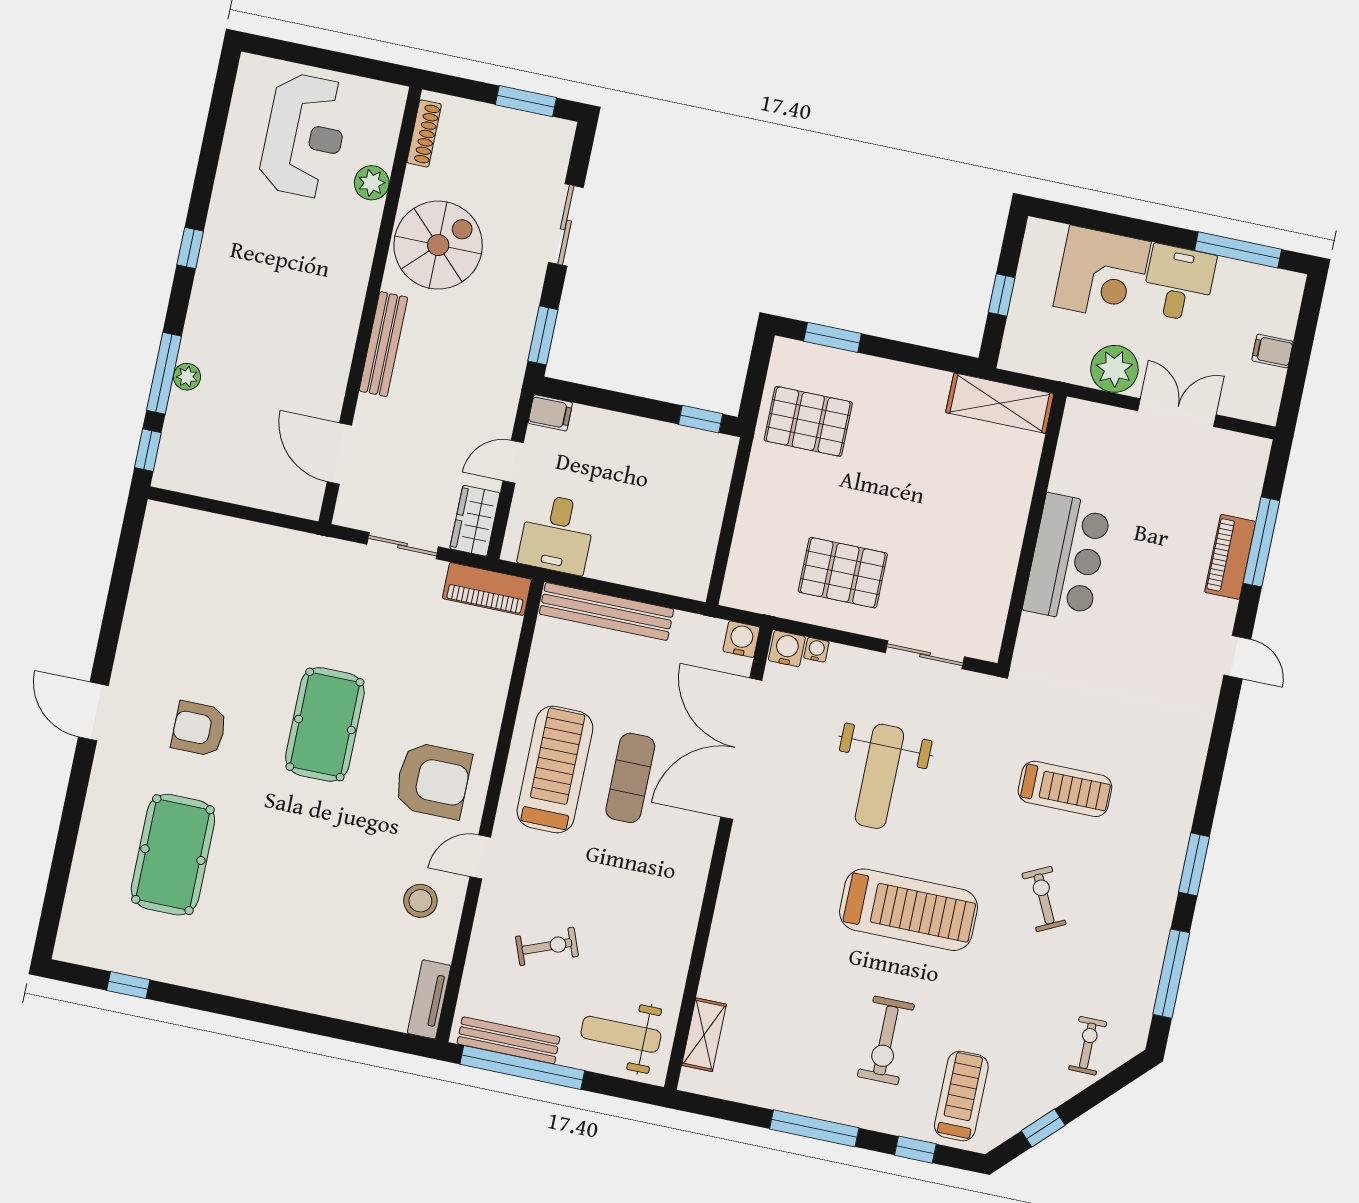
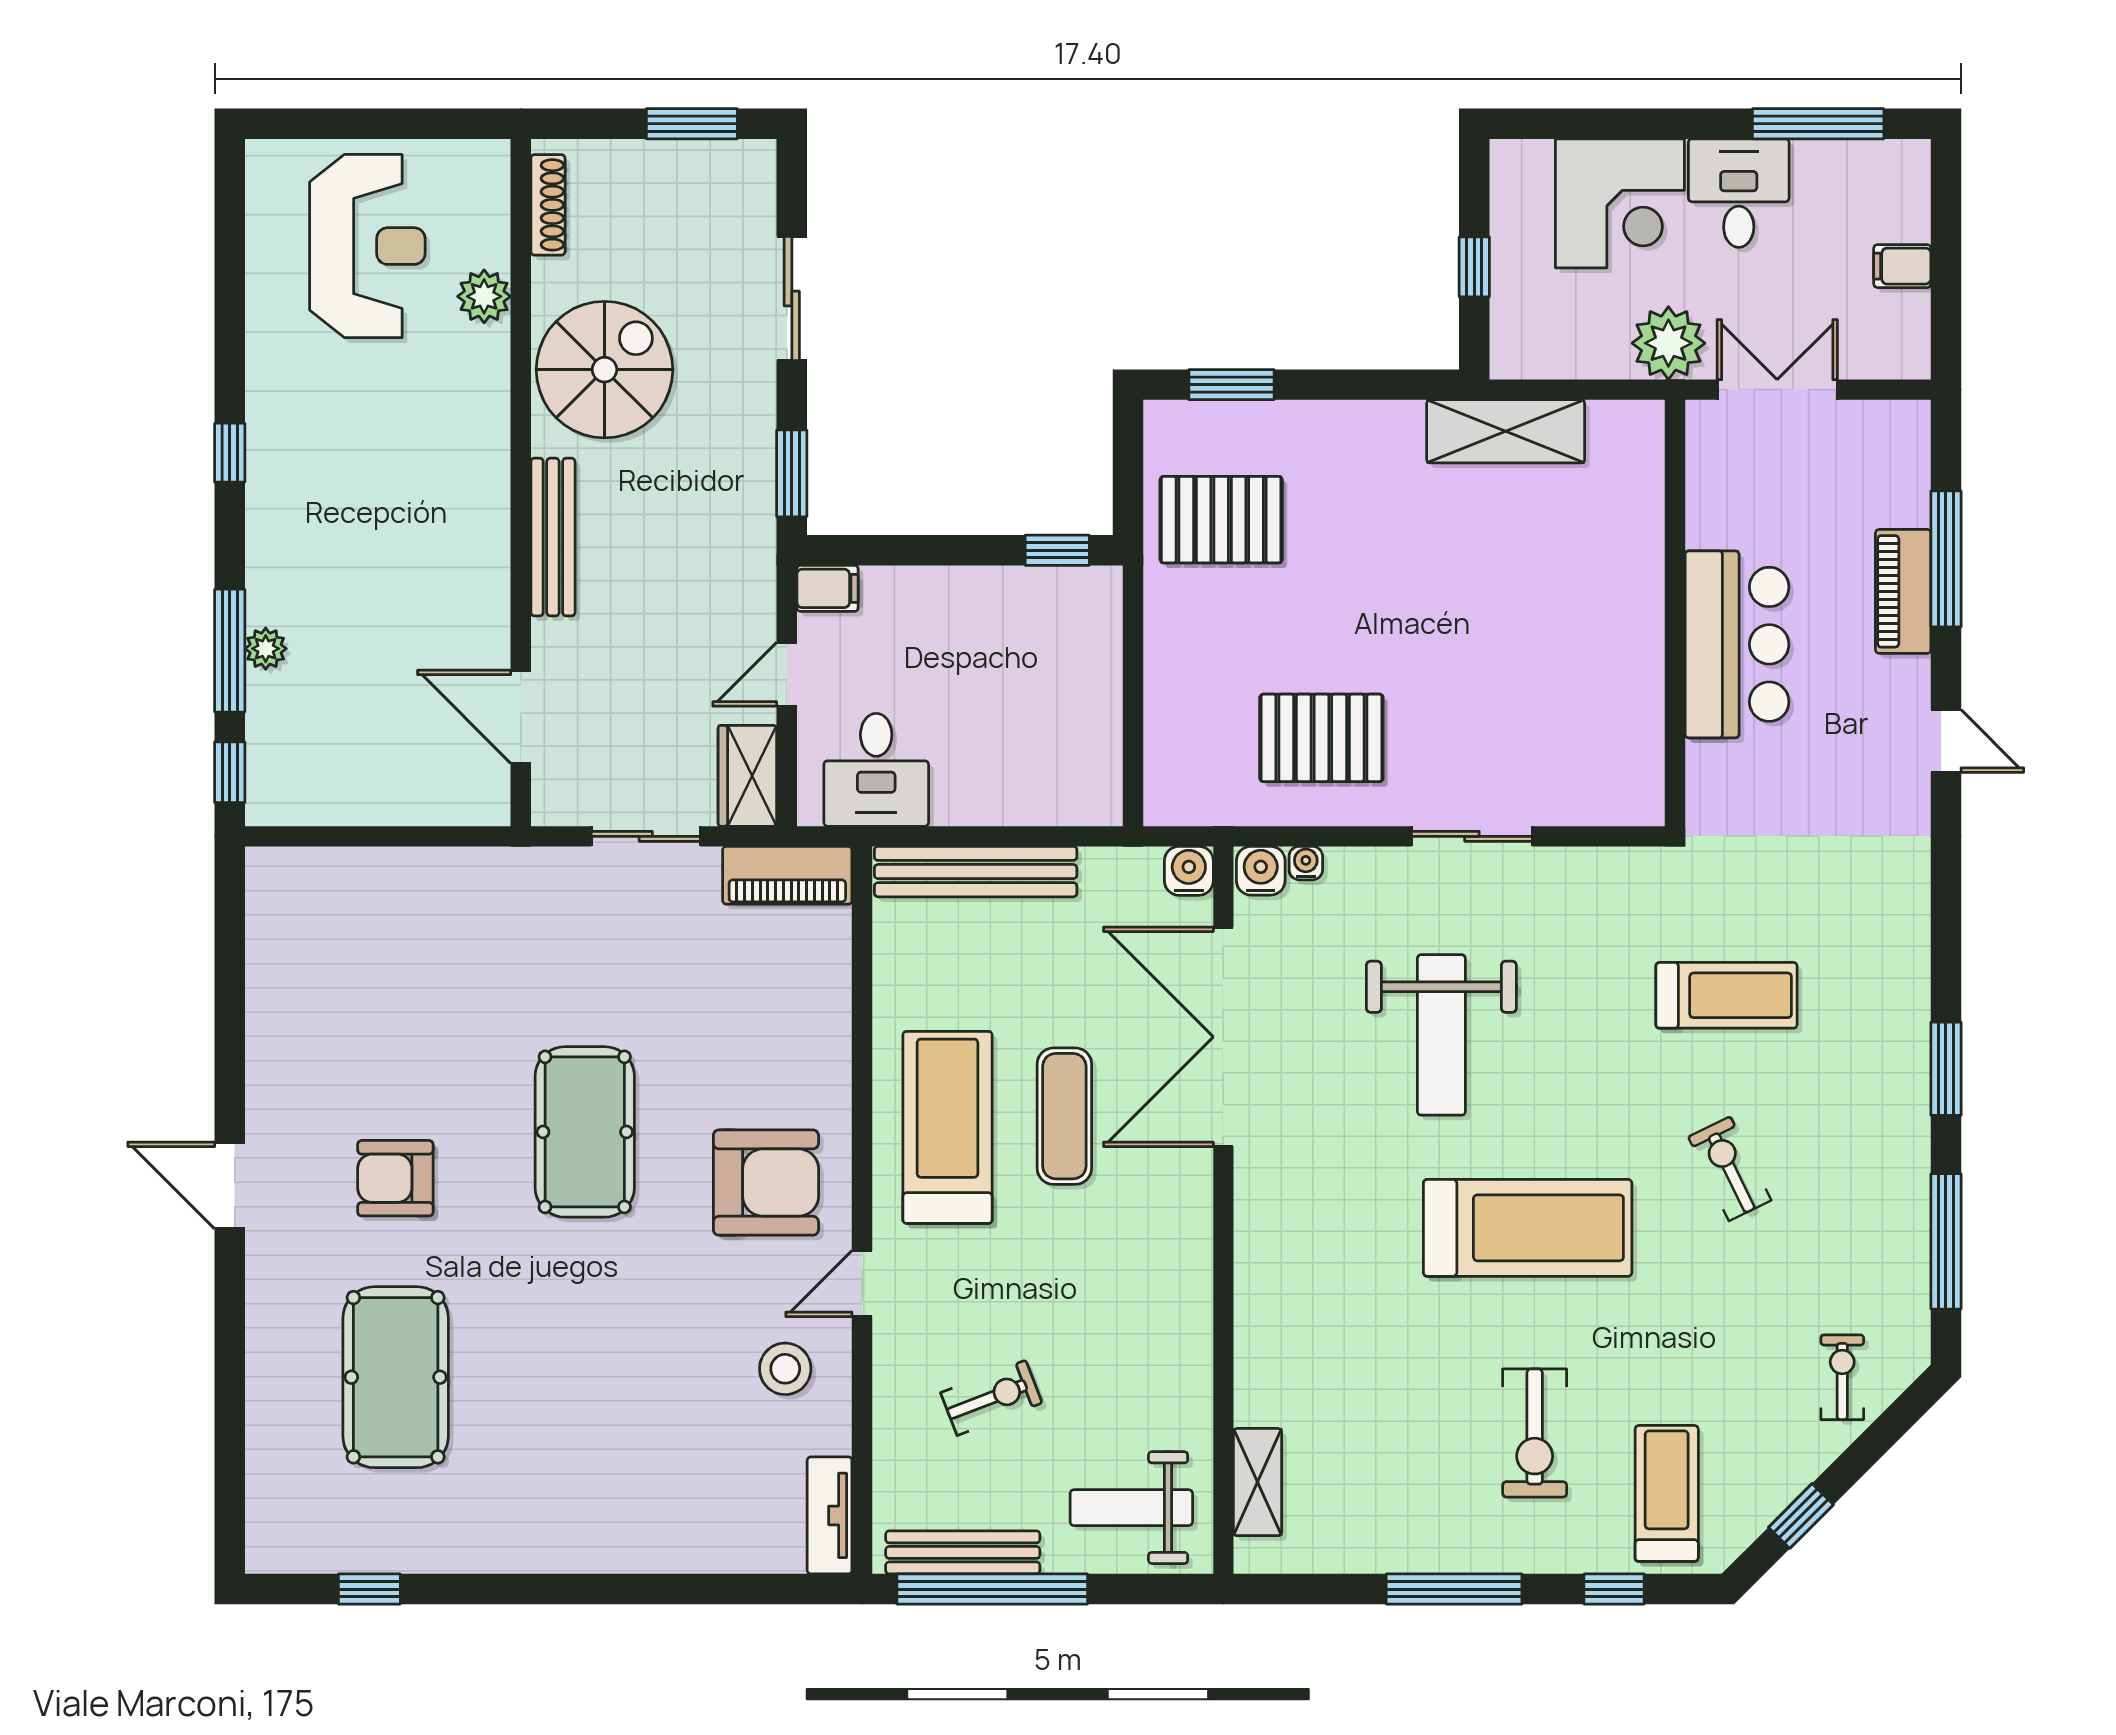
wall: (1032, 530) -> (1675, 613), moved
bar counter: (1067, 558) -> (1737, 644), moved

